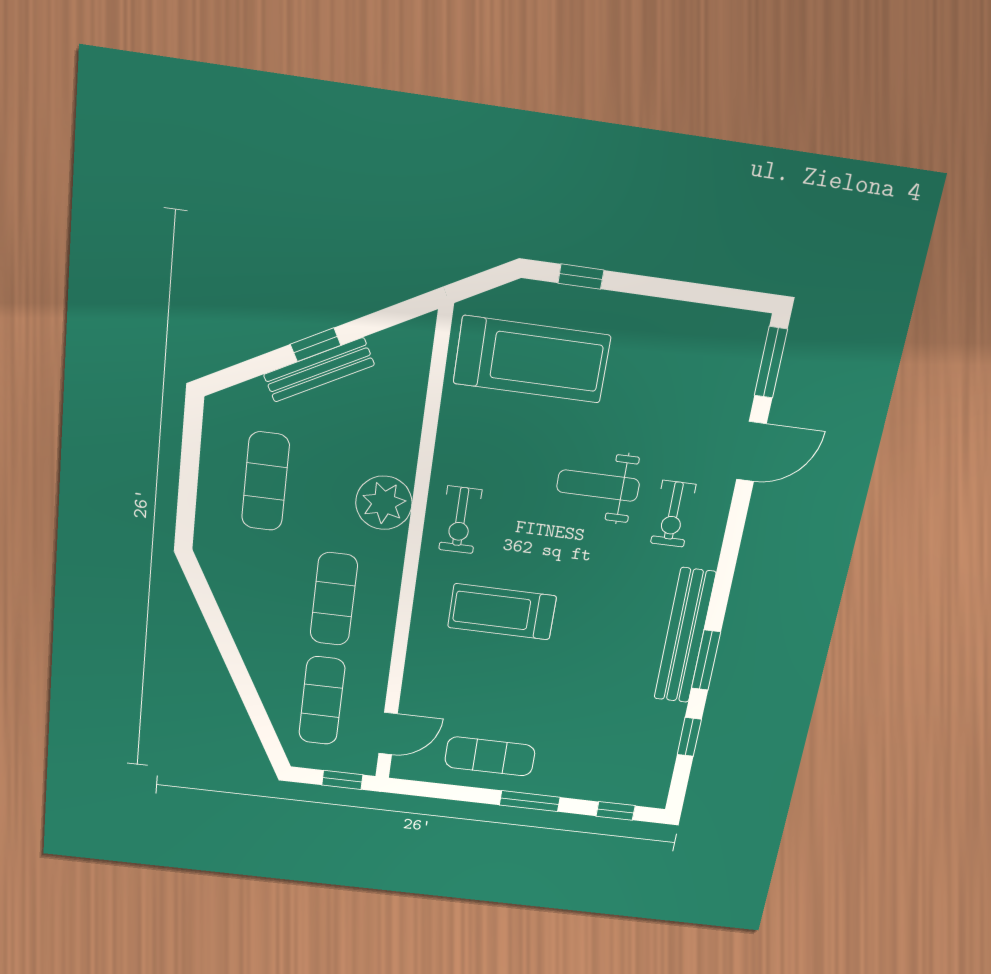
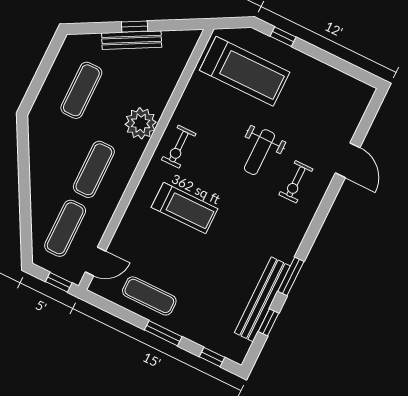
window: (771, 362) -> (370, 114), removed
door: (751, 451) -> (348, 160), hinge flipped
weight bench: (598, 486) -> (259, 152), turned -90
treadmill: (502, 612) -> (185, 208), turned 180
bench: (685, 636) -> (262, 299), moved

